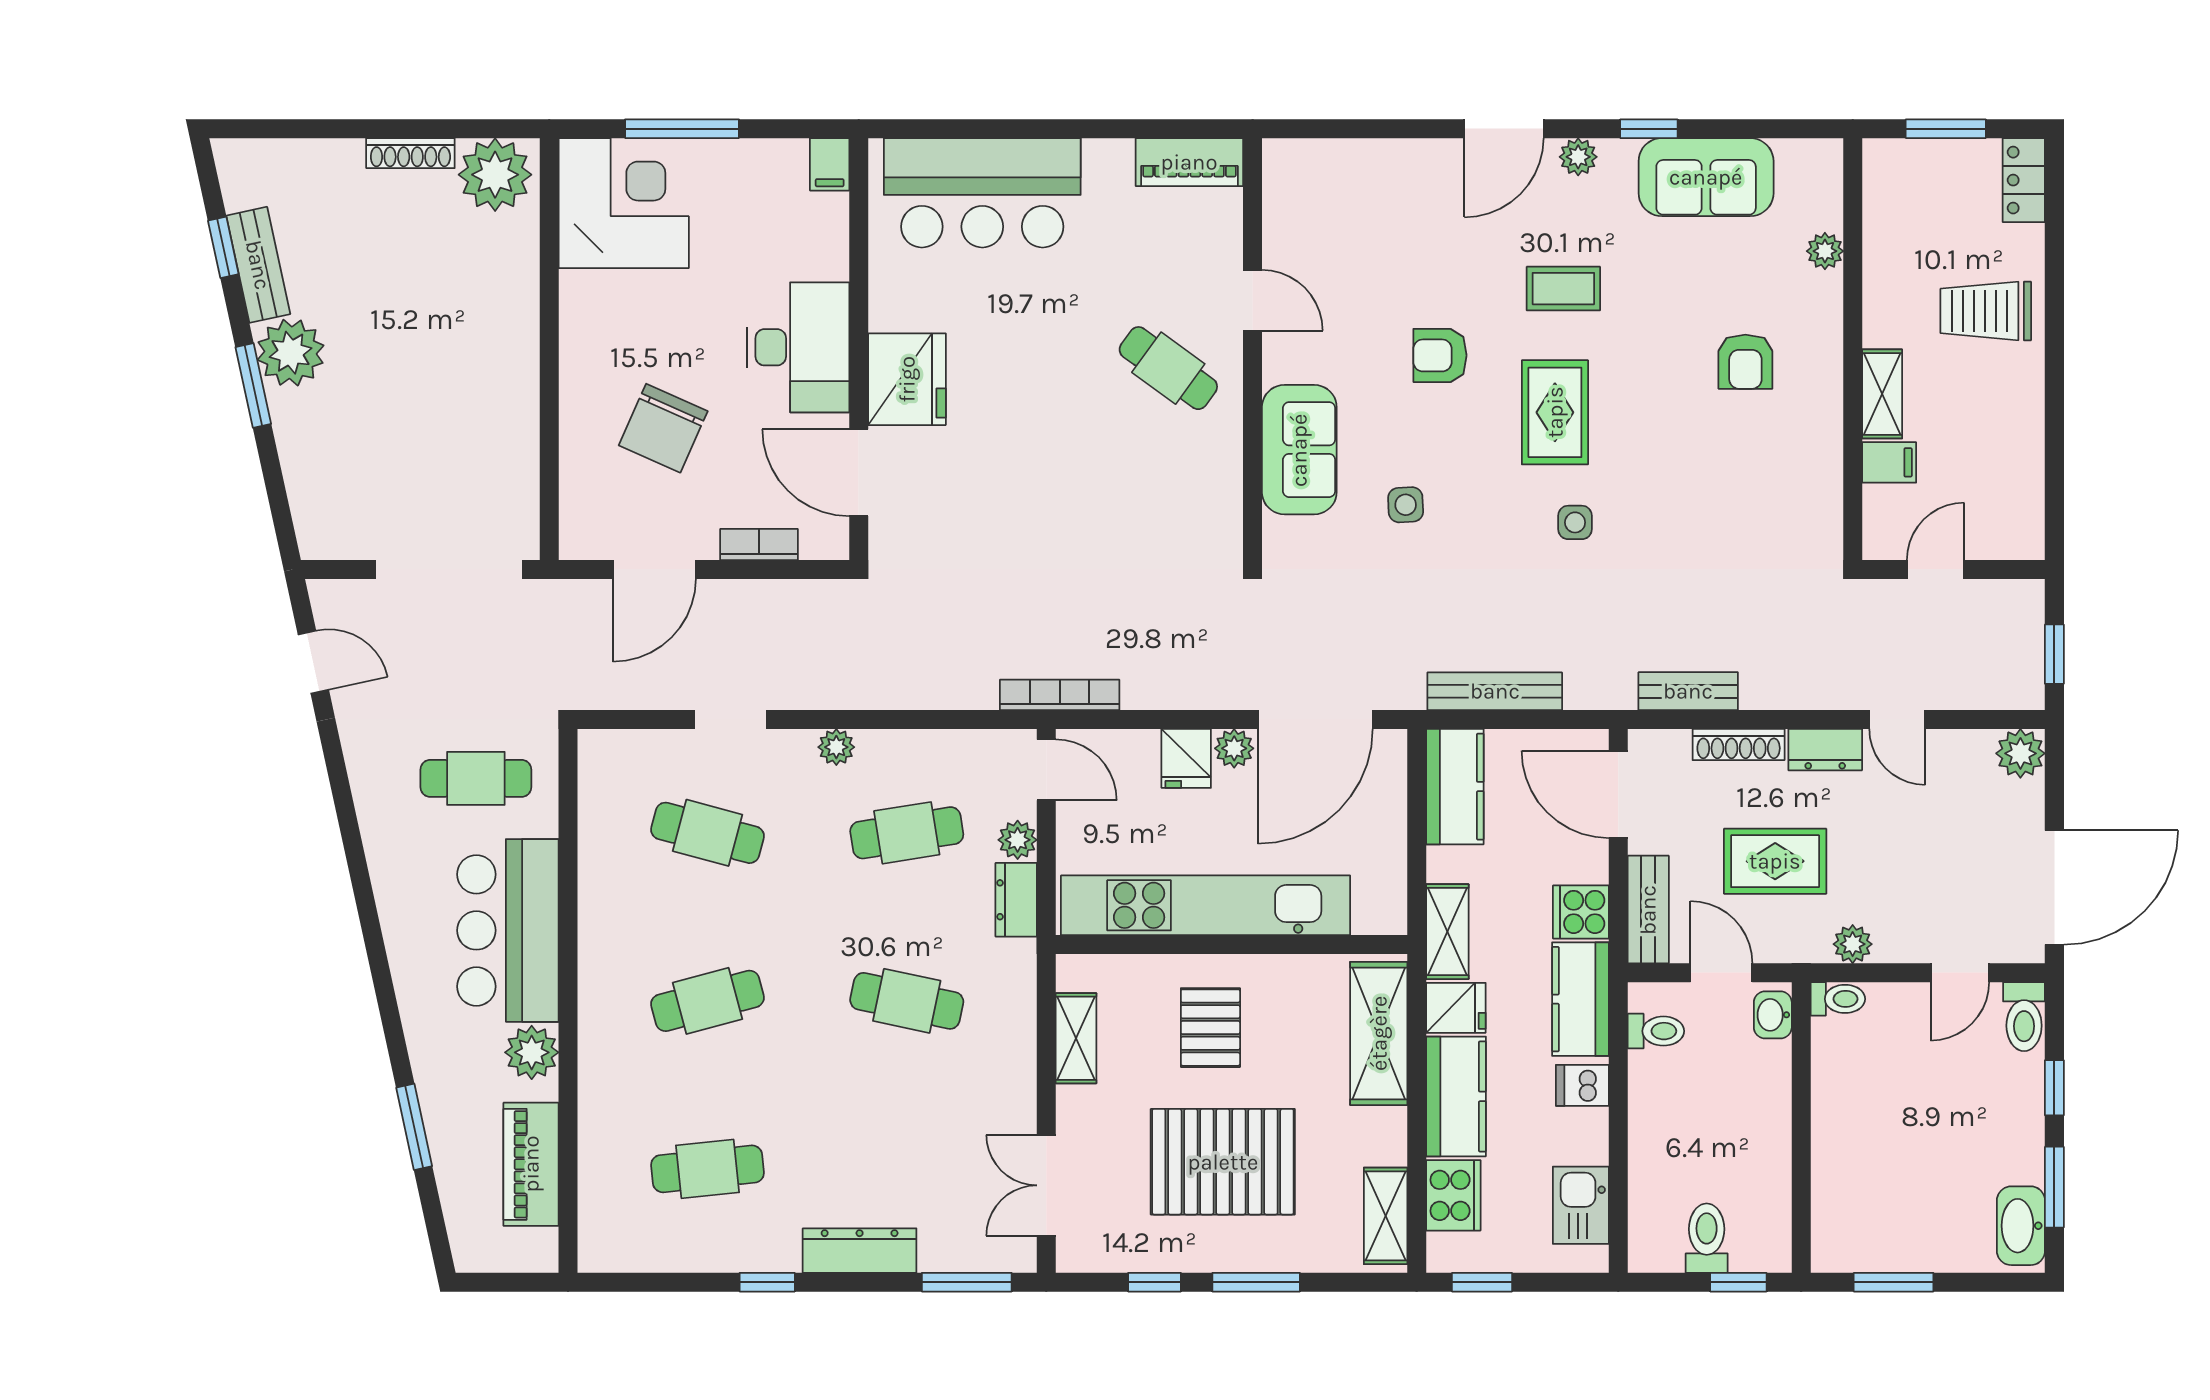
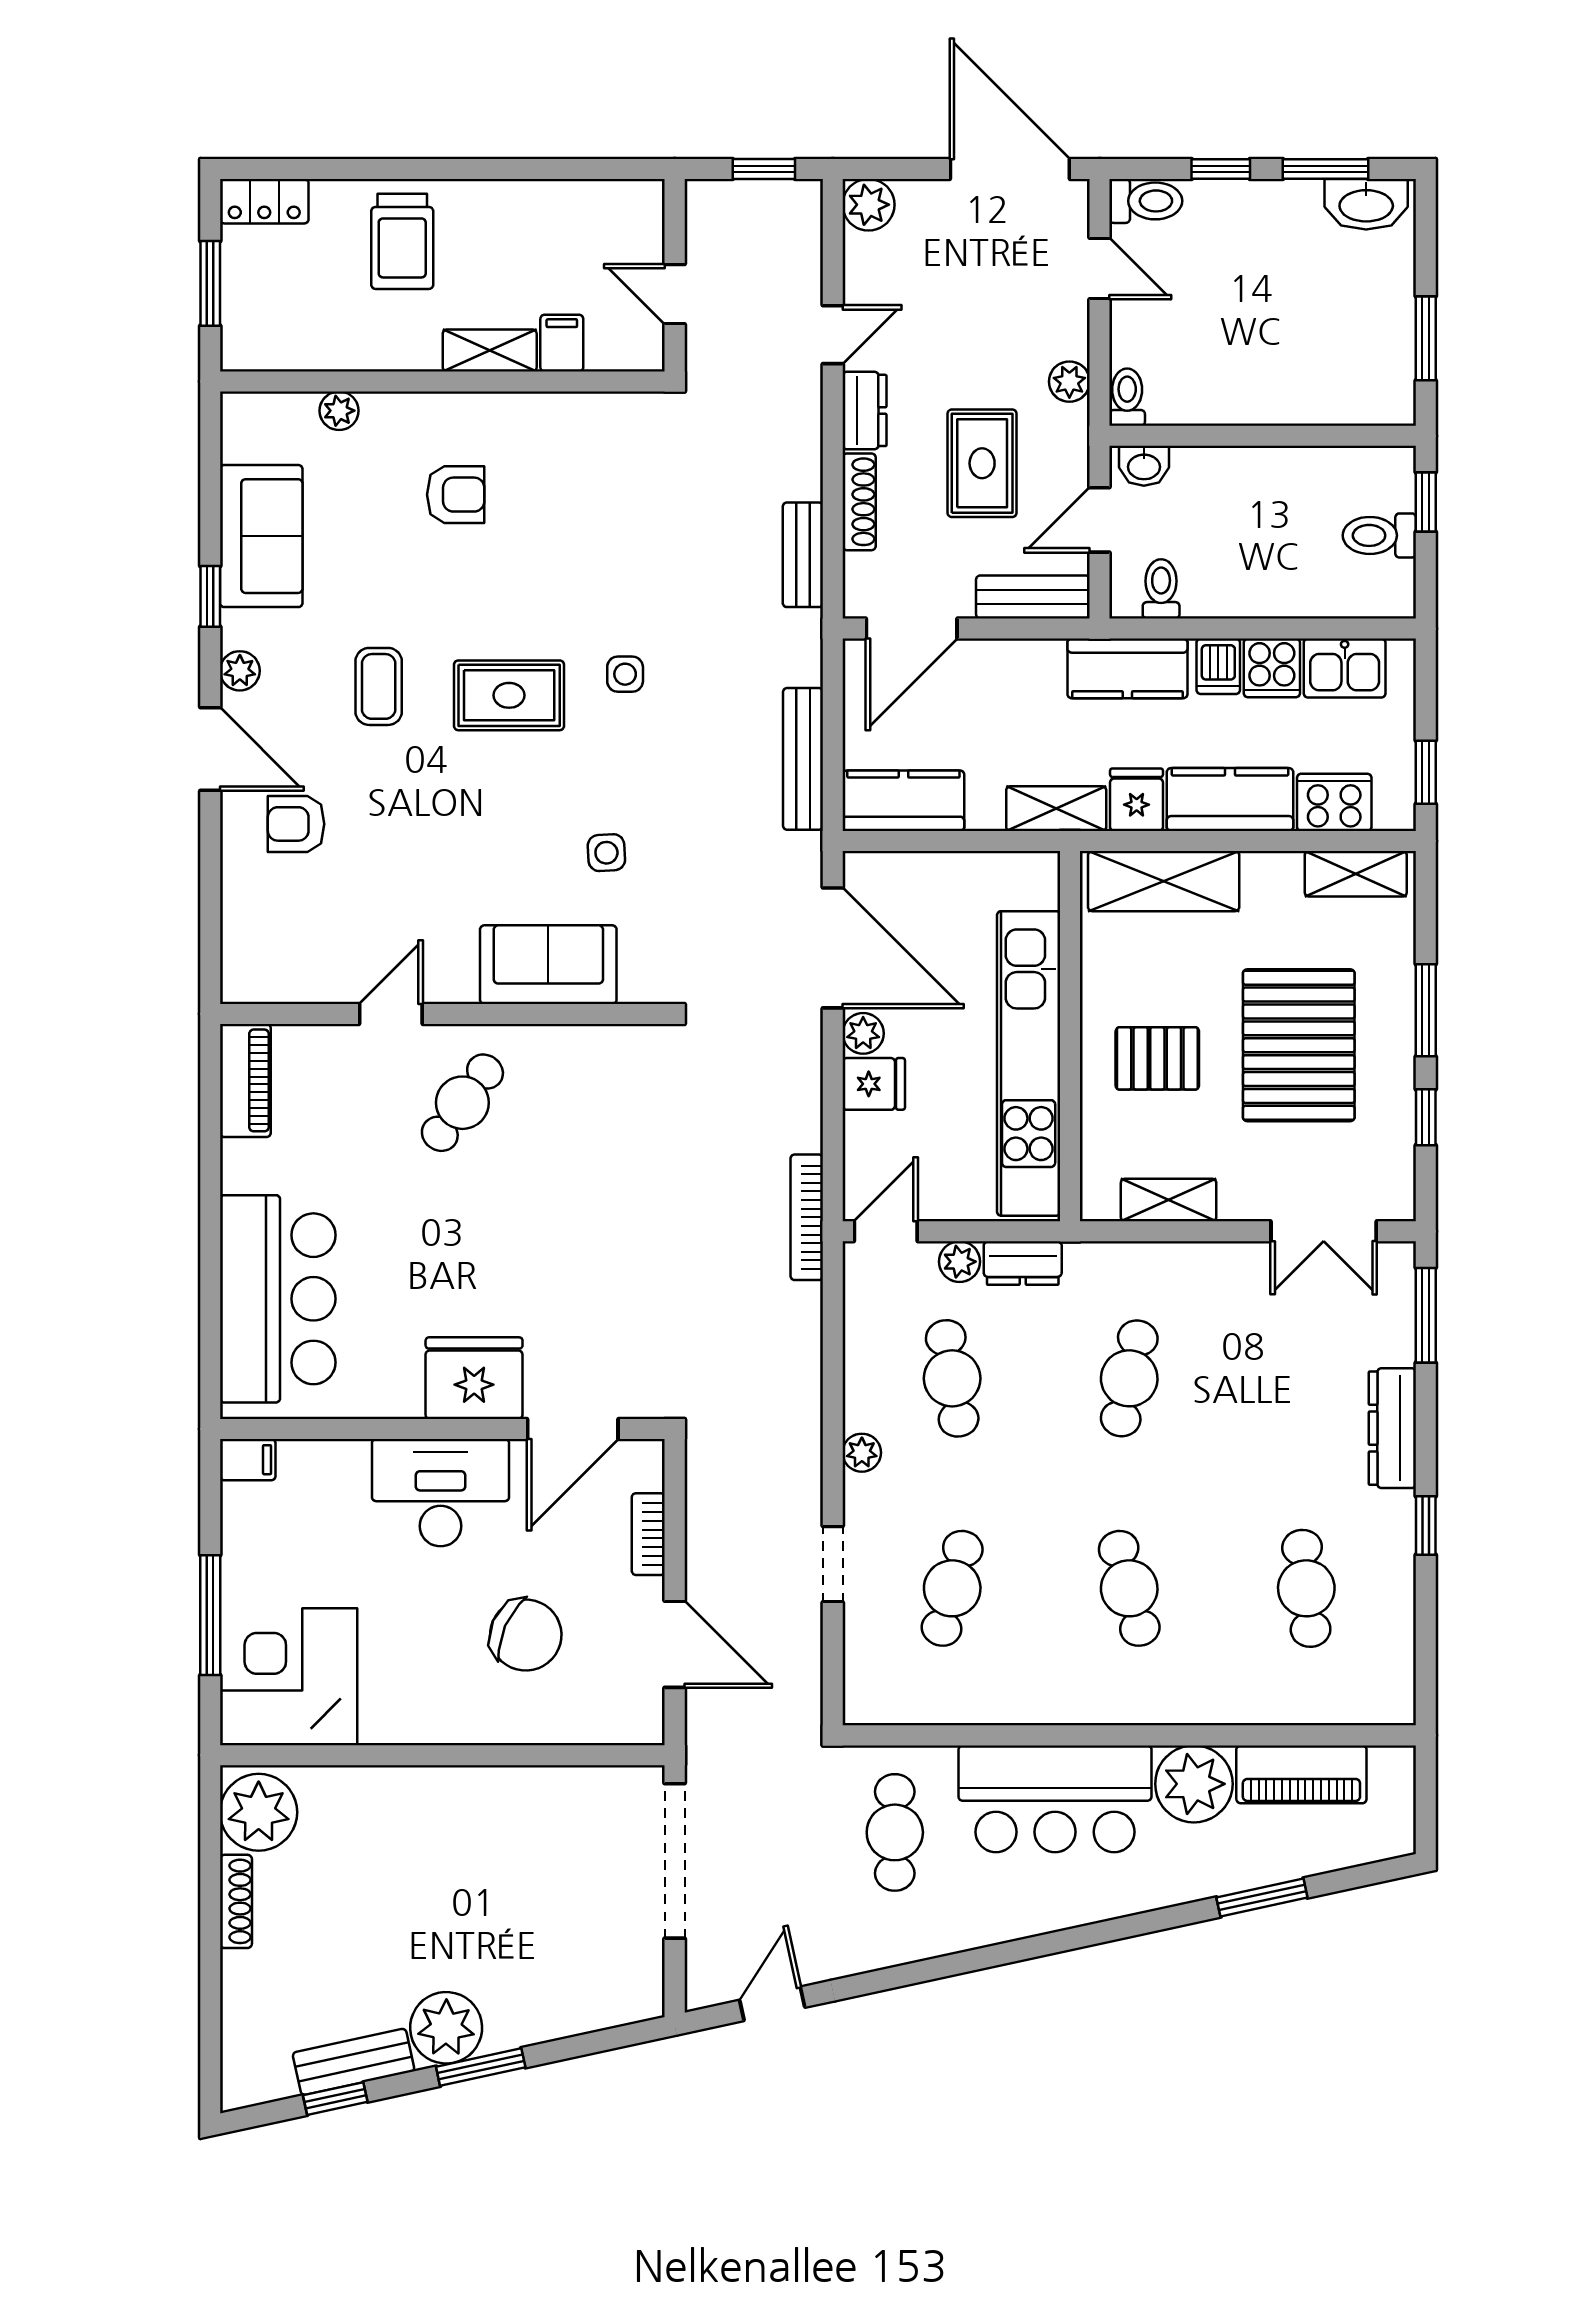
armchair: (1440, 355) -> (296, 824), moved, turned 90
cooker: (1581, 912) -> (1272, 668), moved
plant: (532, 1052) -> (1194, 1784), width x1.36, depth x1.36

